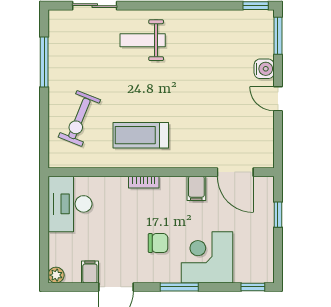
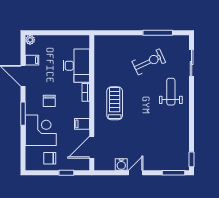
water cooler: (264, 69) -> (121, 165), moved
exercise bike: (79, 118) -> (149, 62), moved, turned 133
treadmill: (141, 135) -> (115, 103), moved
desk: (70, 204) -> (76, 66), moved, turned 90
chair: (254, 242) -> (50, 158), added
window: (253, 287) -> (23, 158), removed

